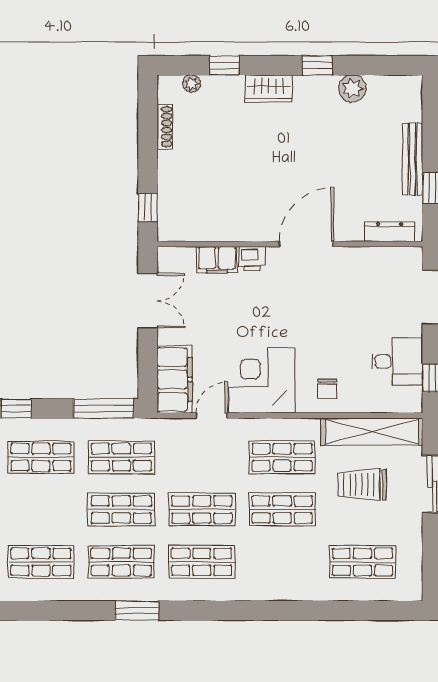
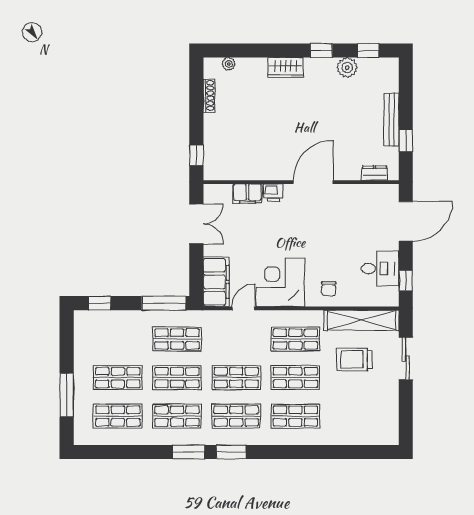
window: (224, 65) -> (368, 51), moved
dresser: (390, 232) -> (375, 173), width x0.70
shop shelf: (41, 457) -> (118, 378), moved
shop shelf: (362, 562) -> (295, 416), moved
window: (195, 611) -> (231, 452), added

